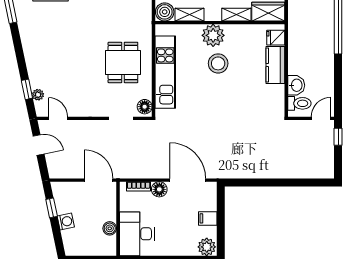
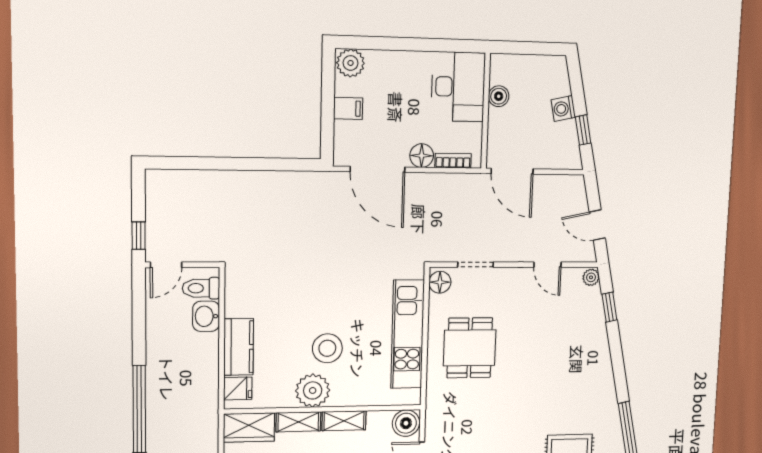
shelving: (189, 15) -> (344, 421), moved
plant: (213, 35) -> (313, 390), moved
plant: (38, 95) -> (591, 277), moved
door: (58, 118) -> (547, 265), moved

